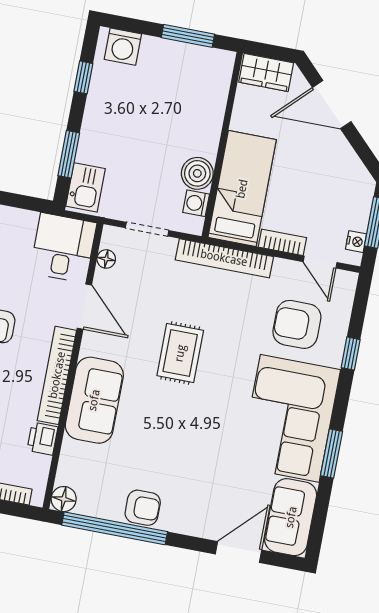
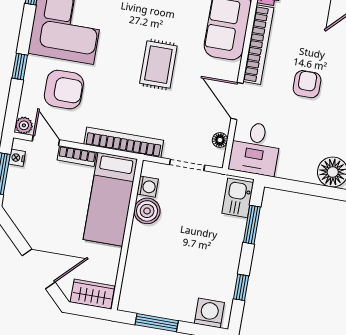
plant: (347, 281) -> (24, 125), added

